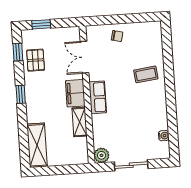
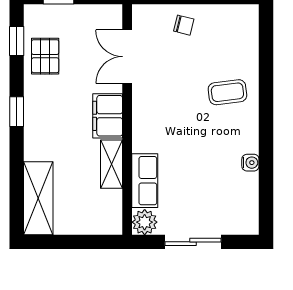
row of seats: (98, 97) -> (145, 181), moved
water cooler: (164, 136) -> (250, 163), moved

